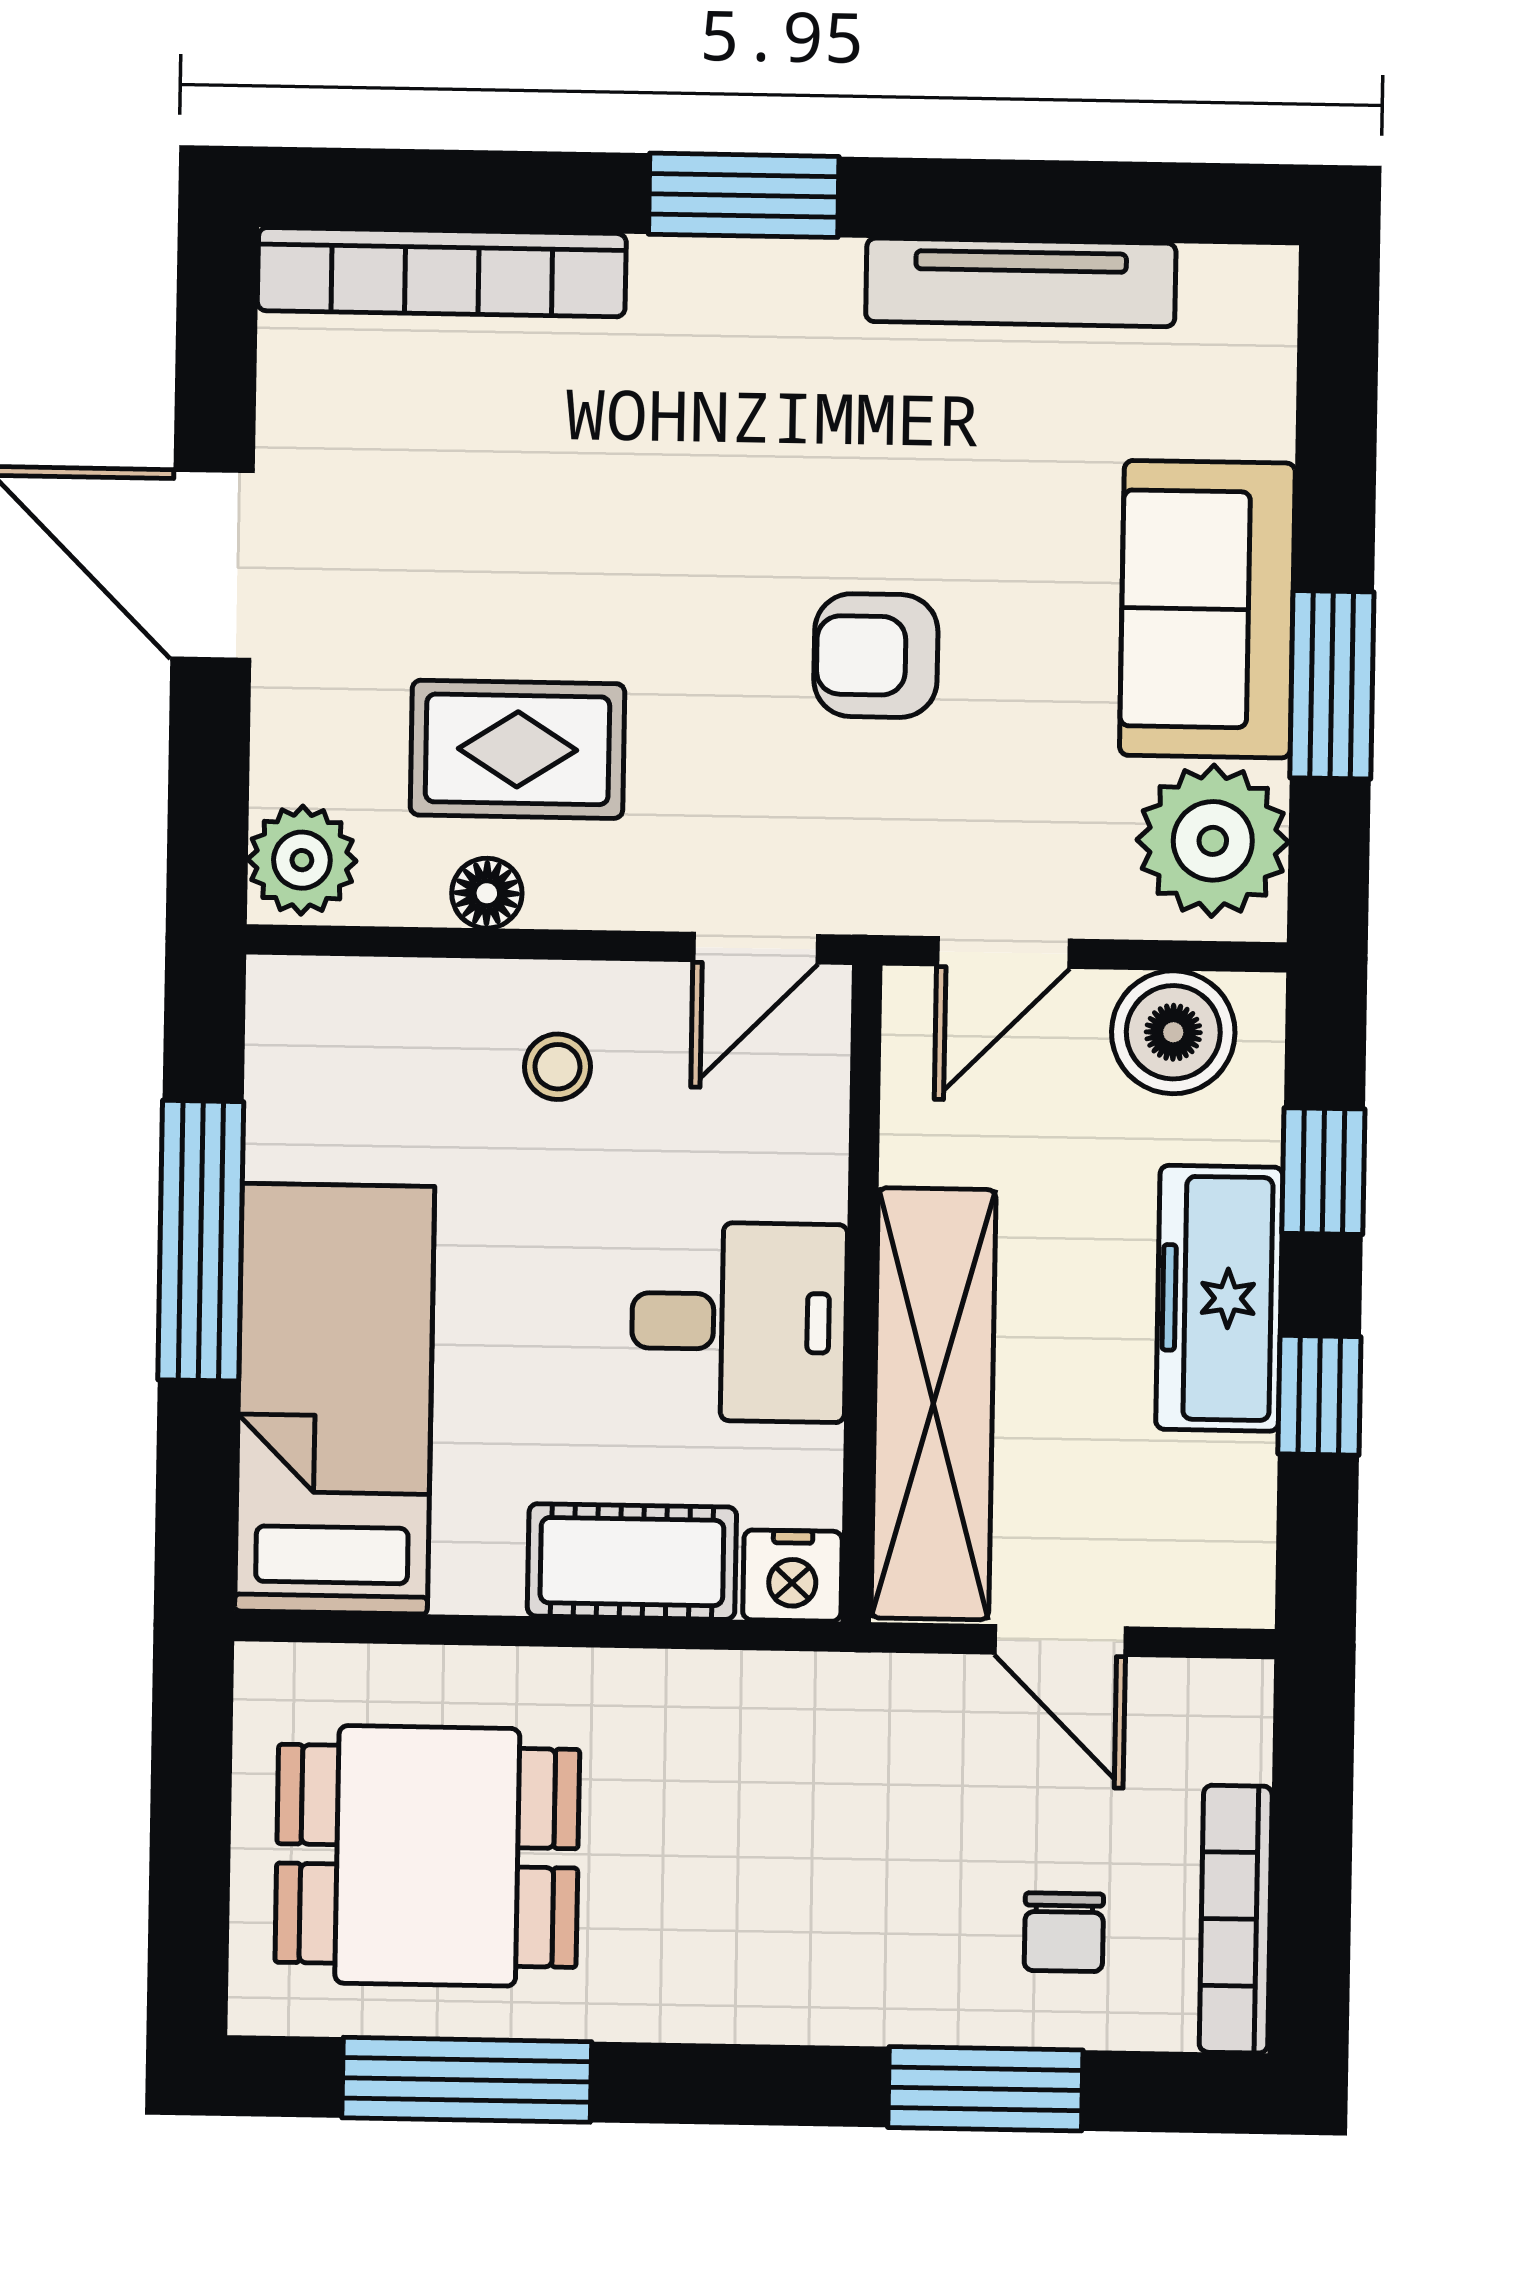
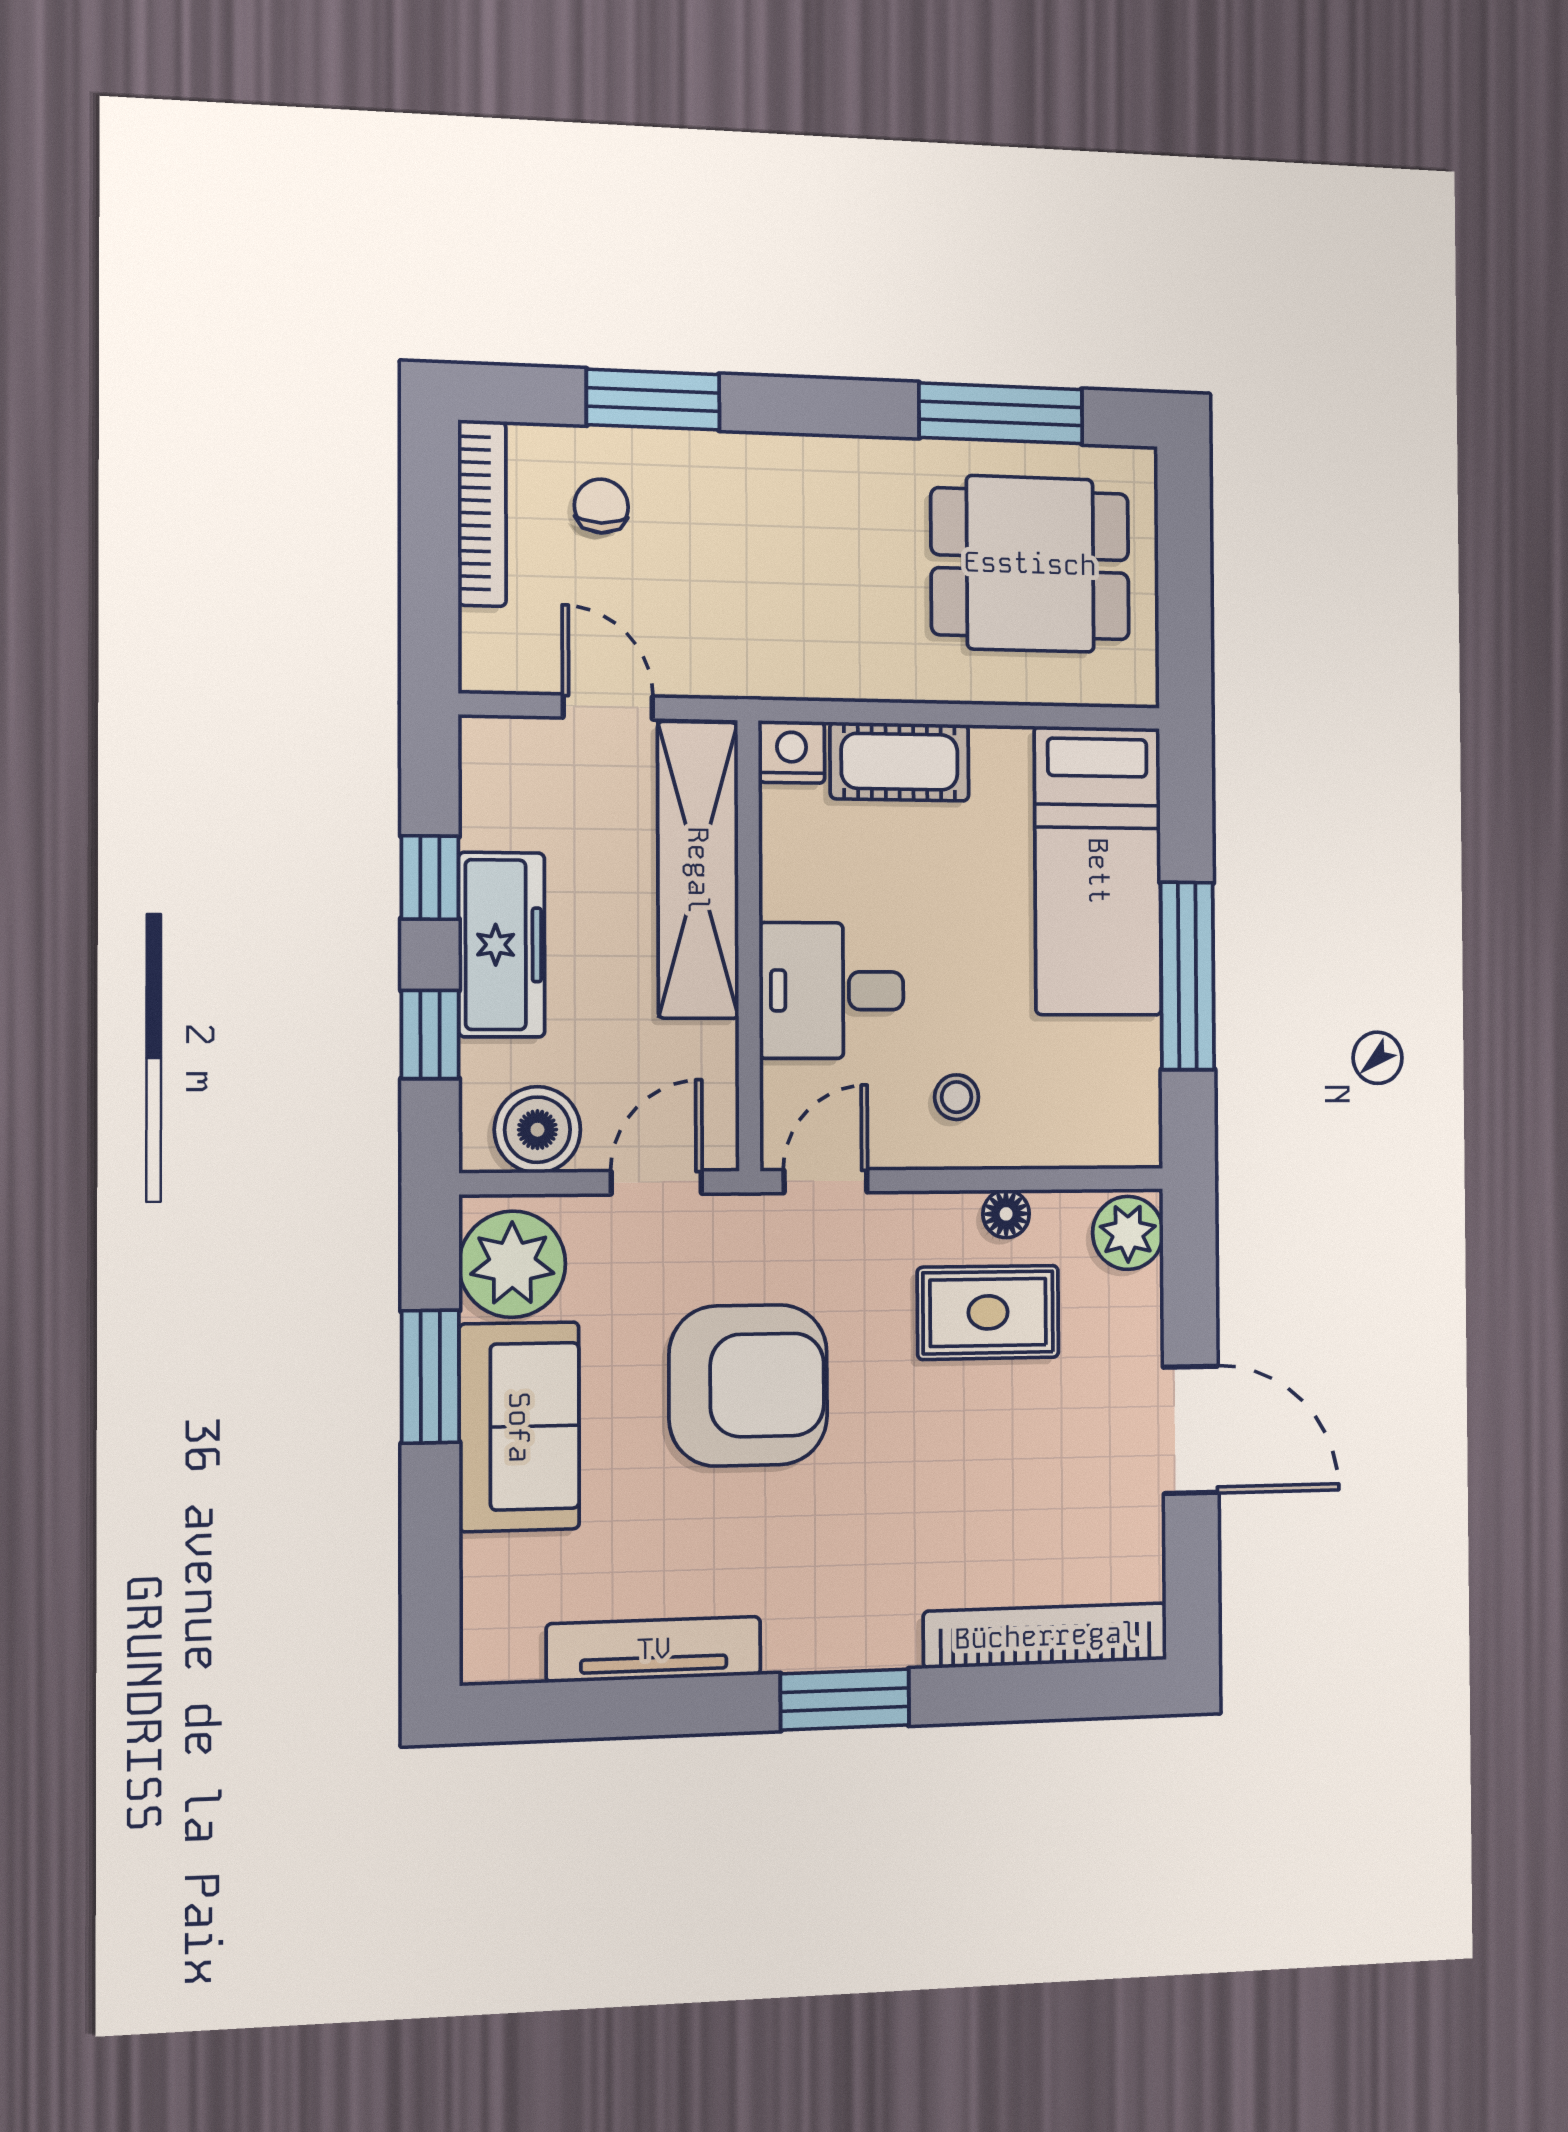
armchair: (876, 656) -> (748, 1385), width x1.88, depth x1.88
desk: (739, 1322) -> (832, 991), moved

